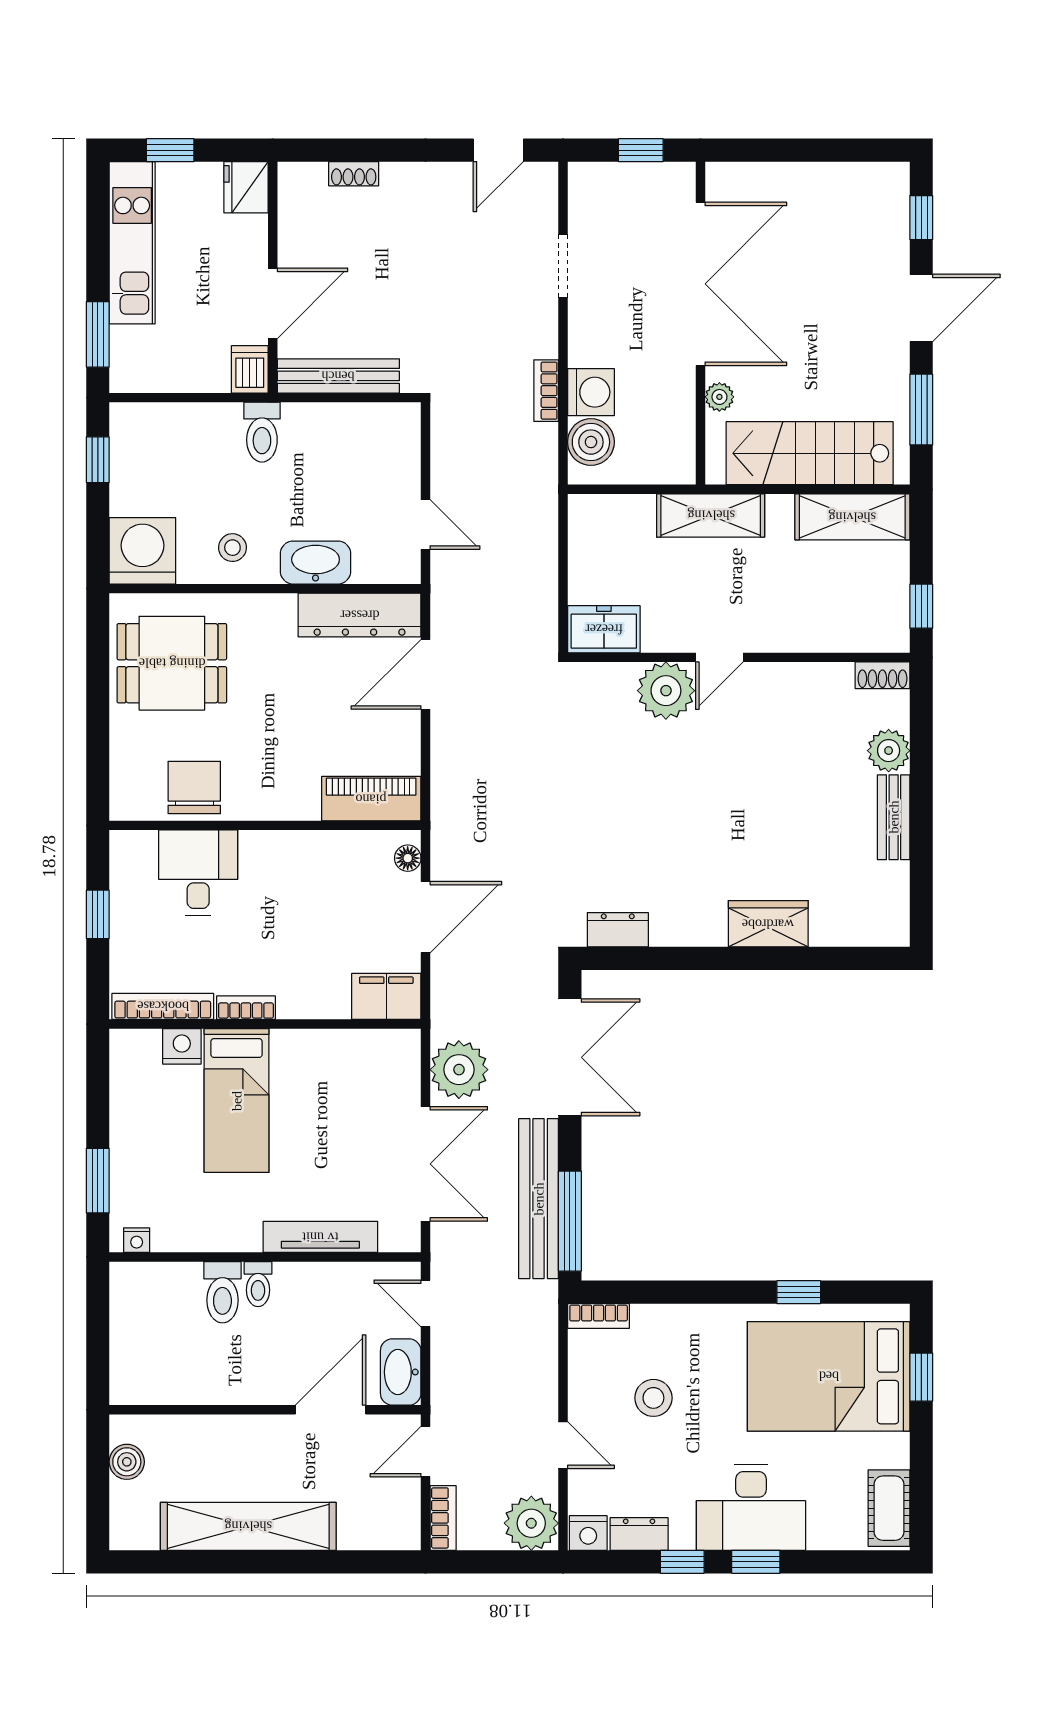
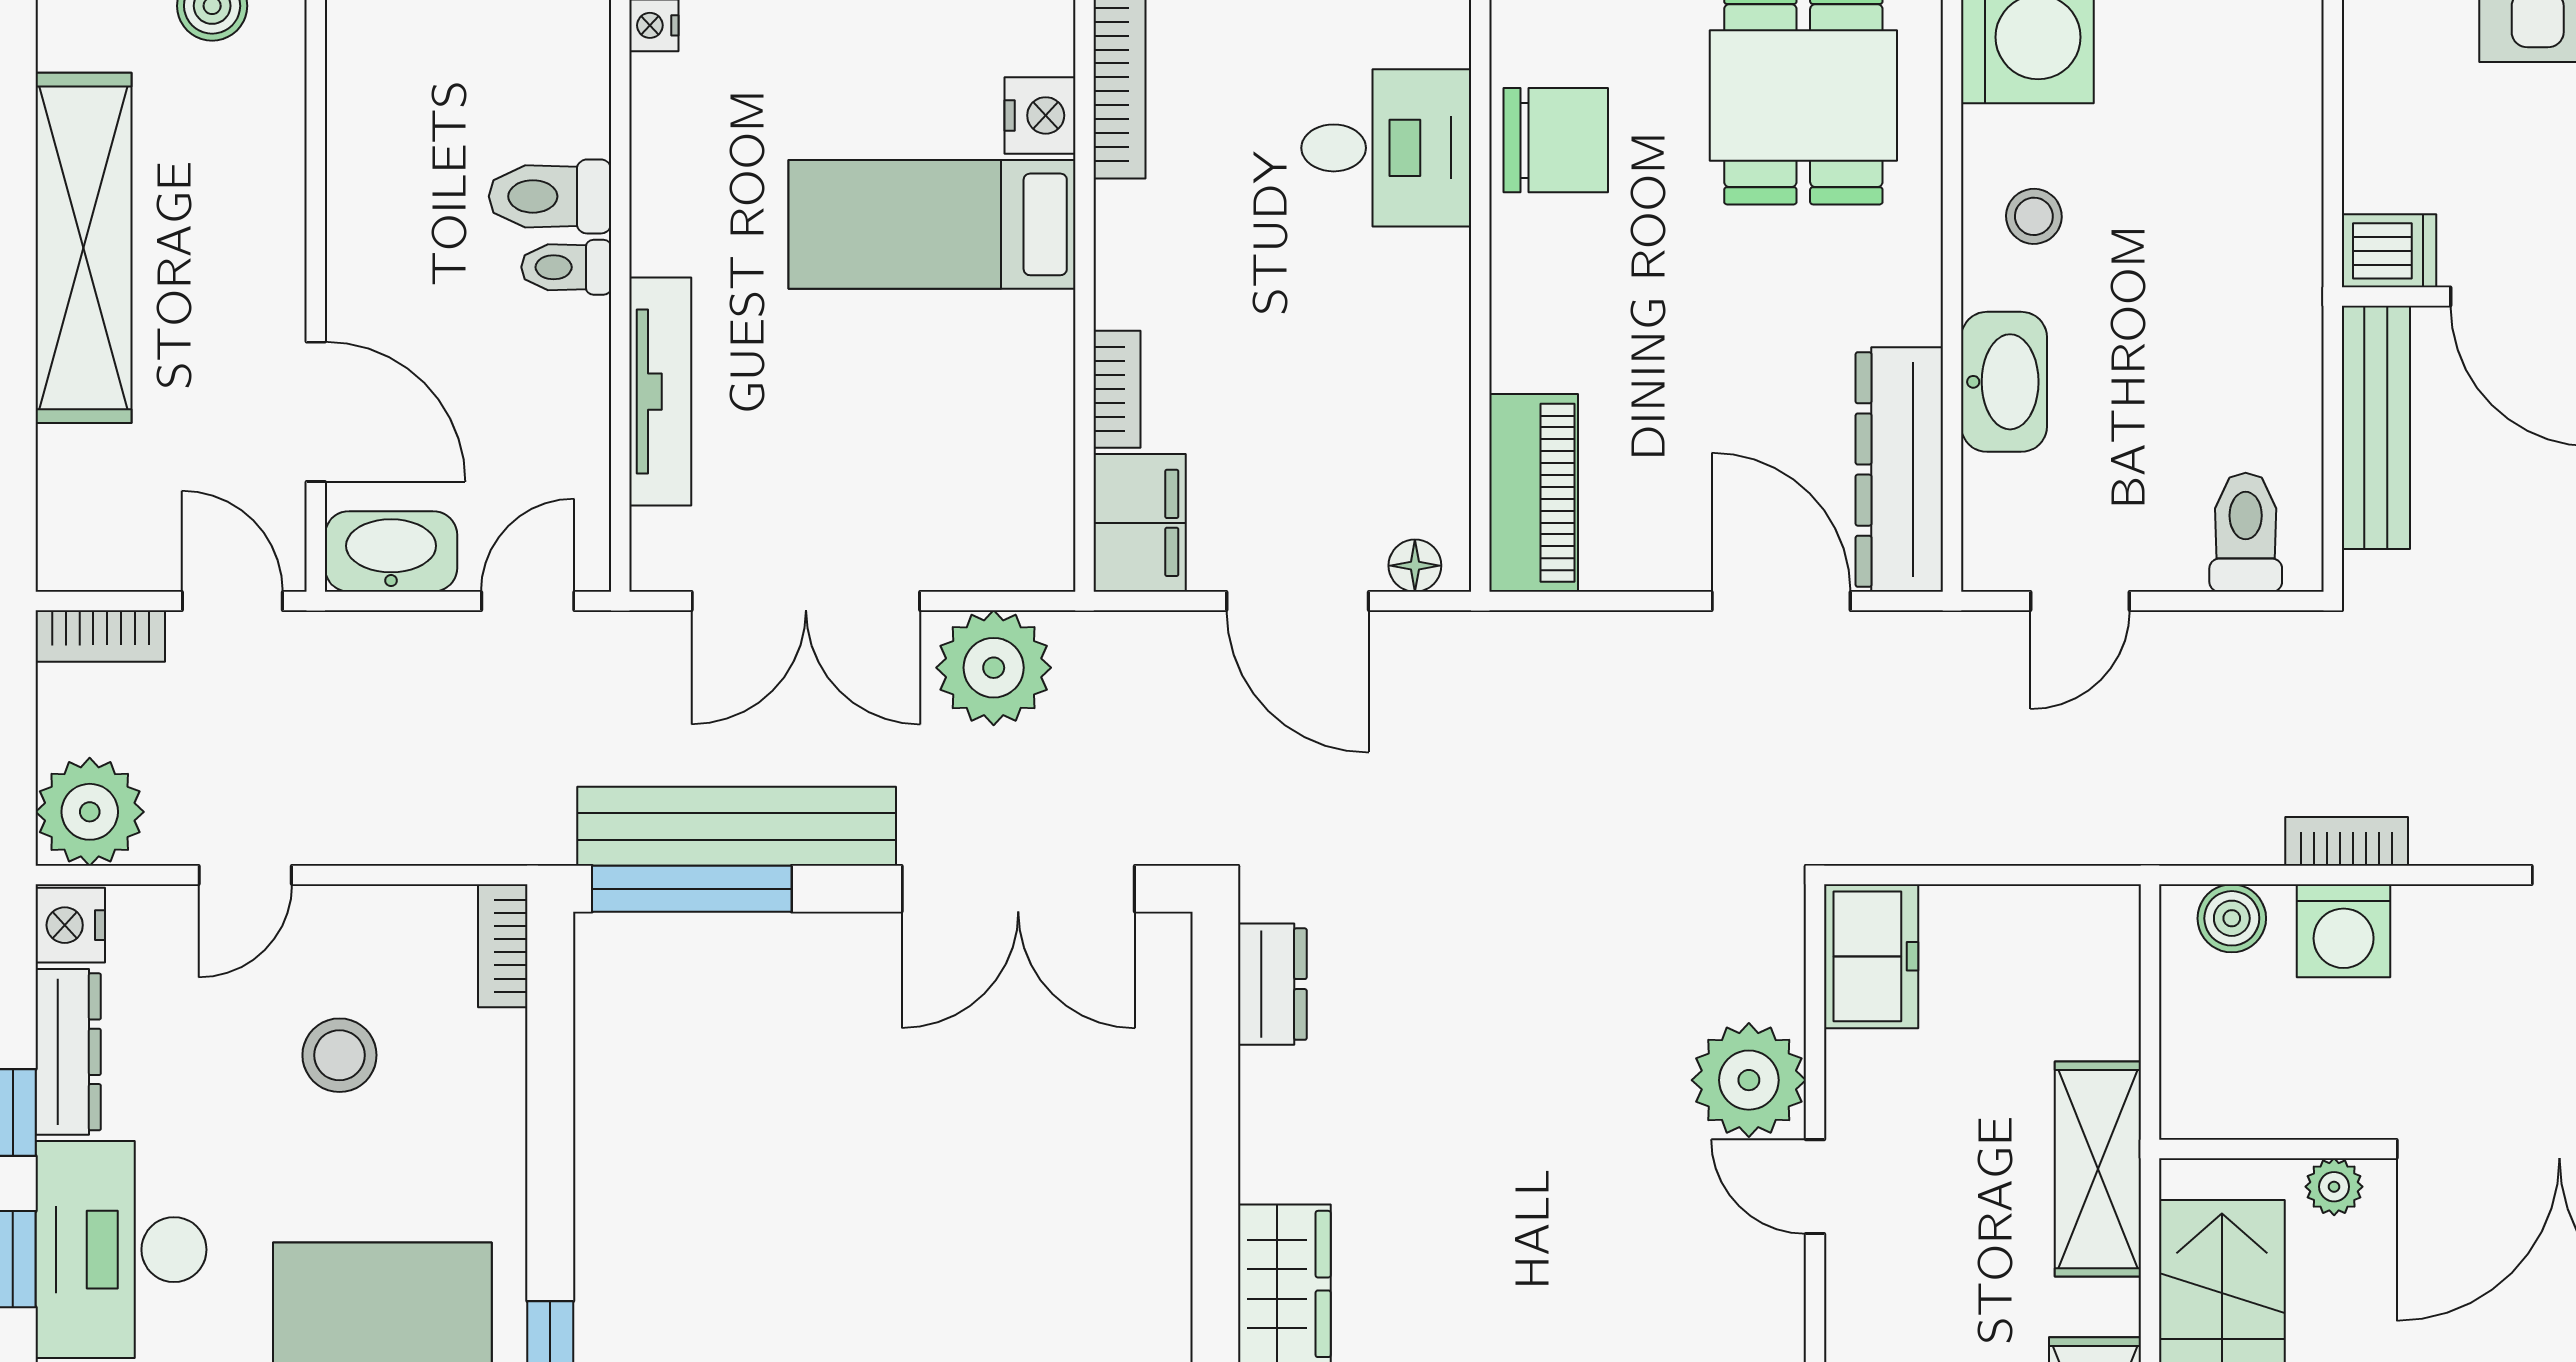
toilet: (262, 432) -> (2246, 532), moved, turned 90
boiler: (591, 442) -> (2232, 918), width x0.73, depth x0.73
bookcase: (246, 1008) -> (1117, 389), moved
dresser: (639, 1534) -> (68, 1052), width x1.44

